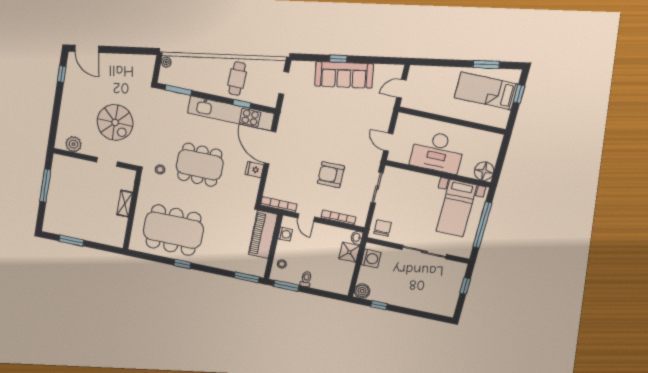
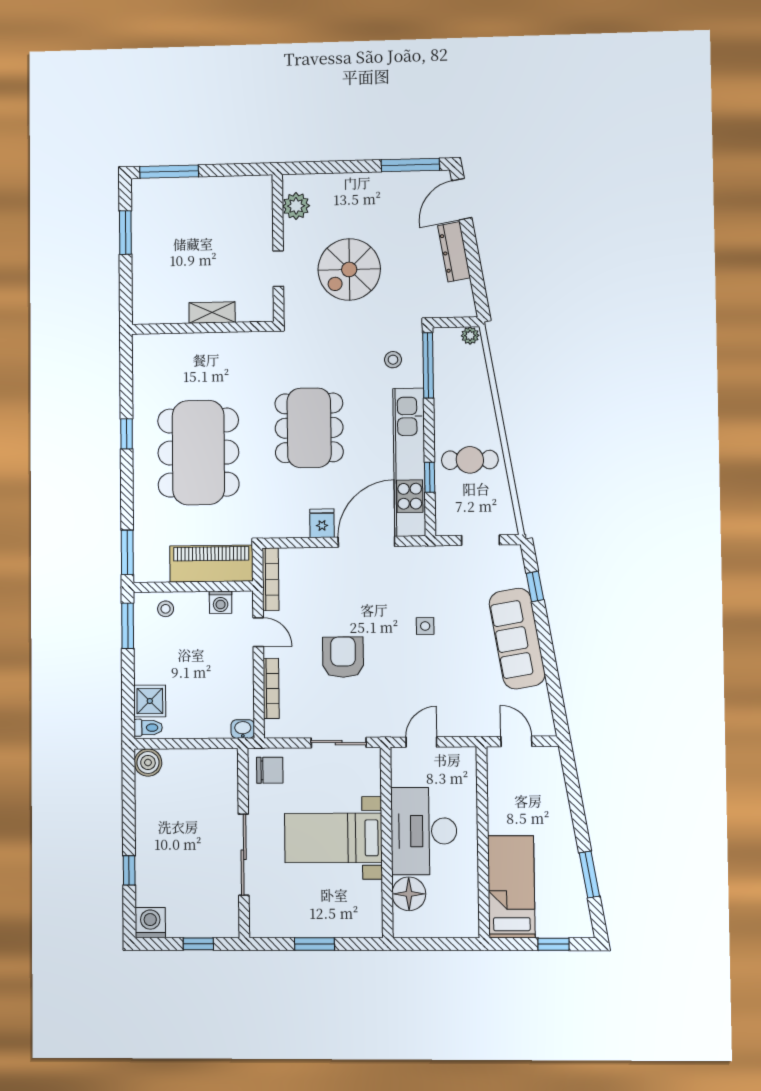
window: (338, 59) -> (535, 587), moved
dresser: (116, 60) -> (454, 252), added
window: (62, 74) -> (410, 165), width x2.17
window: (178, 90) -> (428, 365), width x1.44
bed: (486, 91) -> (511, 887), moved
side table: (325, 125) -> (425, 626), added
stool: (160, 169) -> (393, 360), moved
floor lamp: (484, 171) -> (409, 894), moved
window: (45, 186) -> (169, 172), moved
bed with nightstands: (456, 208) -> (333, 838), moved
door: (306, 218) -> (258, 632), swing flipped
window: (482, 225) -> (315, 944), width x0.47
dining table: (173, 230) -> (198, 453), moved
shower: (349, 252) -> (150, 701), moved
washing machine: (371, 258) -> (150, 923), moved, turned 180
toilet: (306, 279) -> (148, 728), moved
window: (379, 305) -> (129, 870), moved

